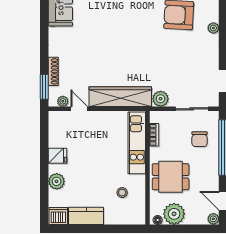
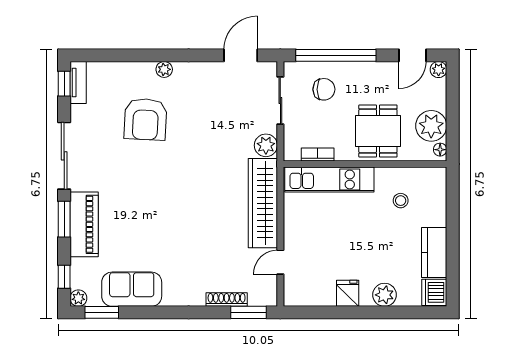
plant: (63, 101) -> (270, 286), removed

